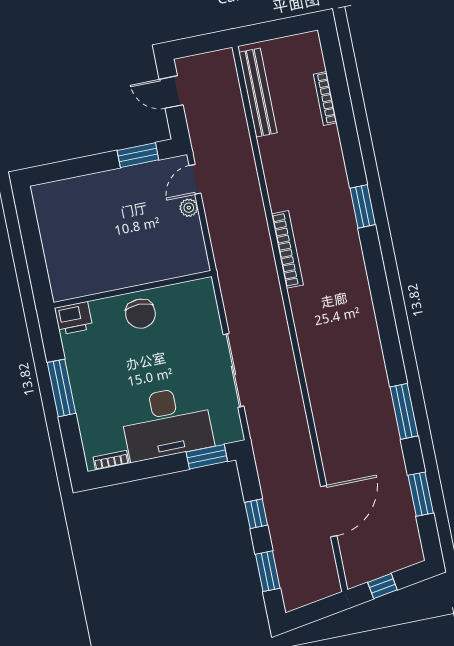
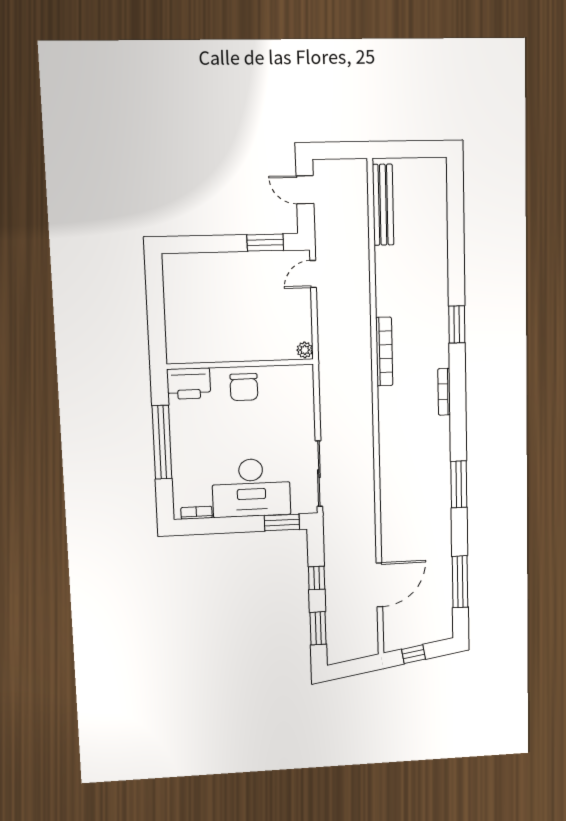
bookcase: (325, 98) -> (444, 392), moved
plant: (189, 208) -> (305, 350), moved
printer: (74, 318) -> (189, 384), width x1.37, depth x1.19
sliding door: (233, 370) -> (319, 474), moved
window: (62, 388) -> (162, 442), width x1.46
window: (404, 411) -> (459, 484), moved
window: (421, 494) -> (460, 582), width x1.44

